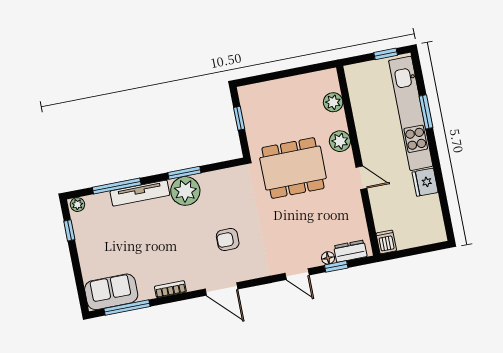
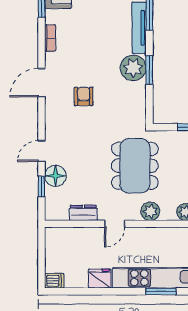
dishwasher: (386, 242) -> (54, 281), moved
dresser: (350, 251) -> (83, 213), moved, turned -90
floor lamp: (328, 258) -> (55, 176), width x1.89, depth x1.89

